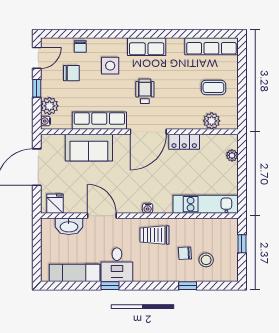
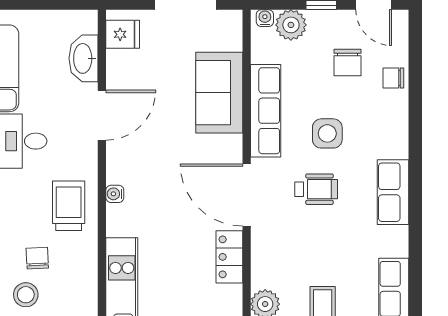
side table: (110, 66) -> (327, 133), moved

